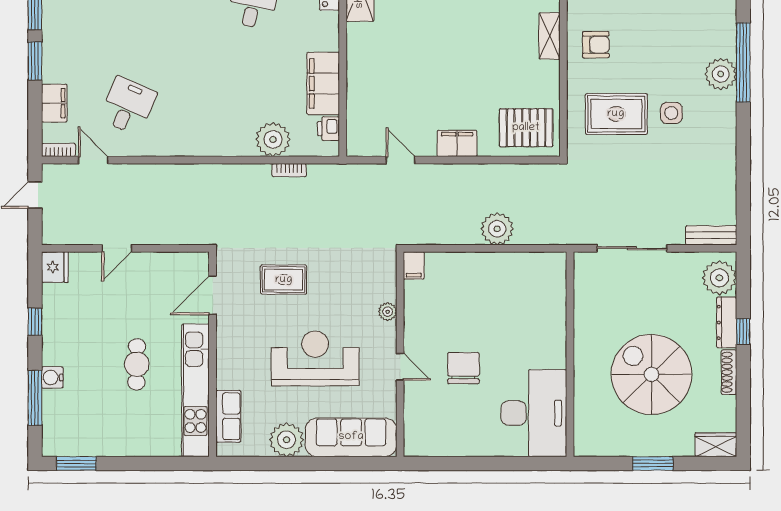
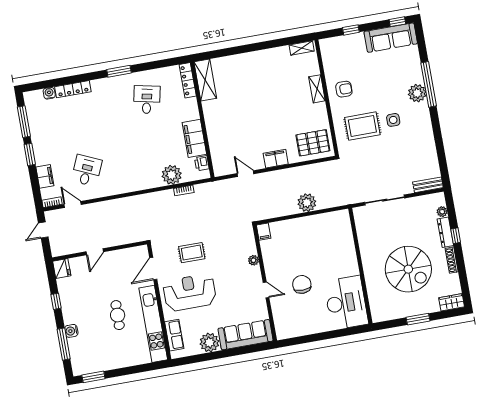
plant: (719, 278) -> (442, 212), width x0.53, depth x0.53
reception desk: (315, 358) -> (190, 292), moved
spiral stairs: (652, 374) -> (408, 269), turned 180

